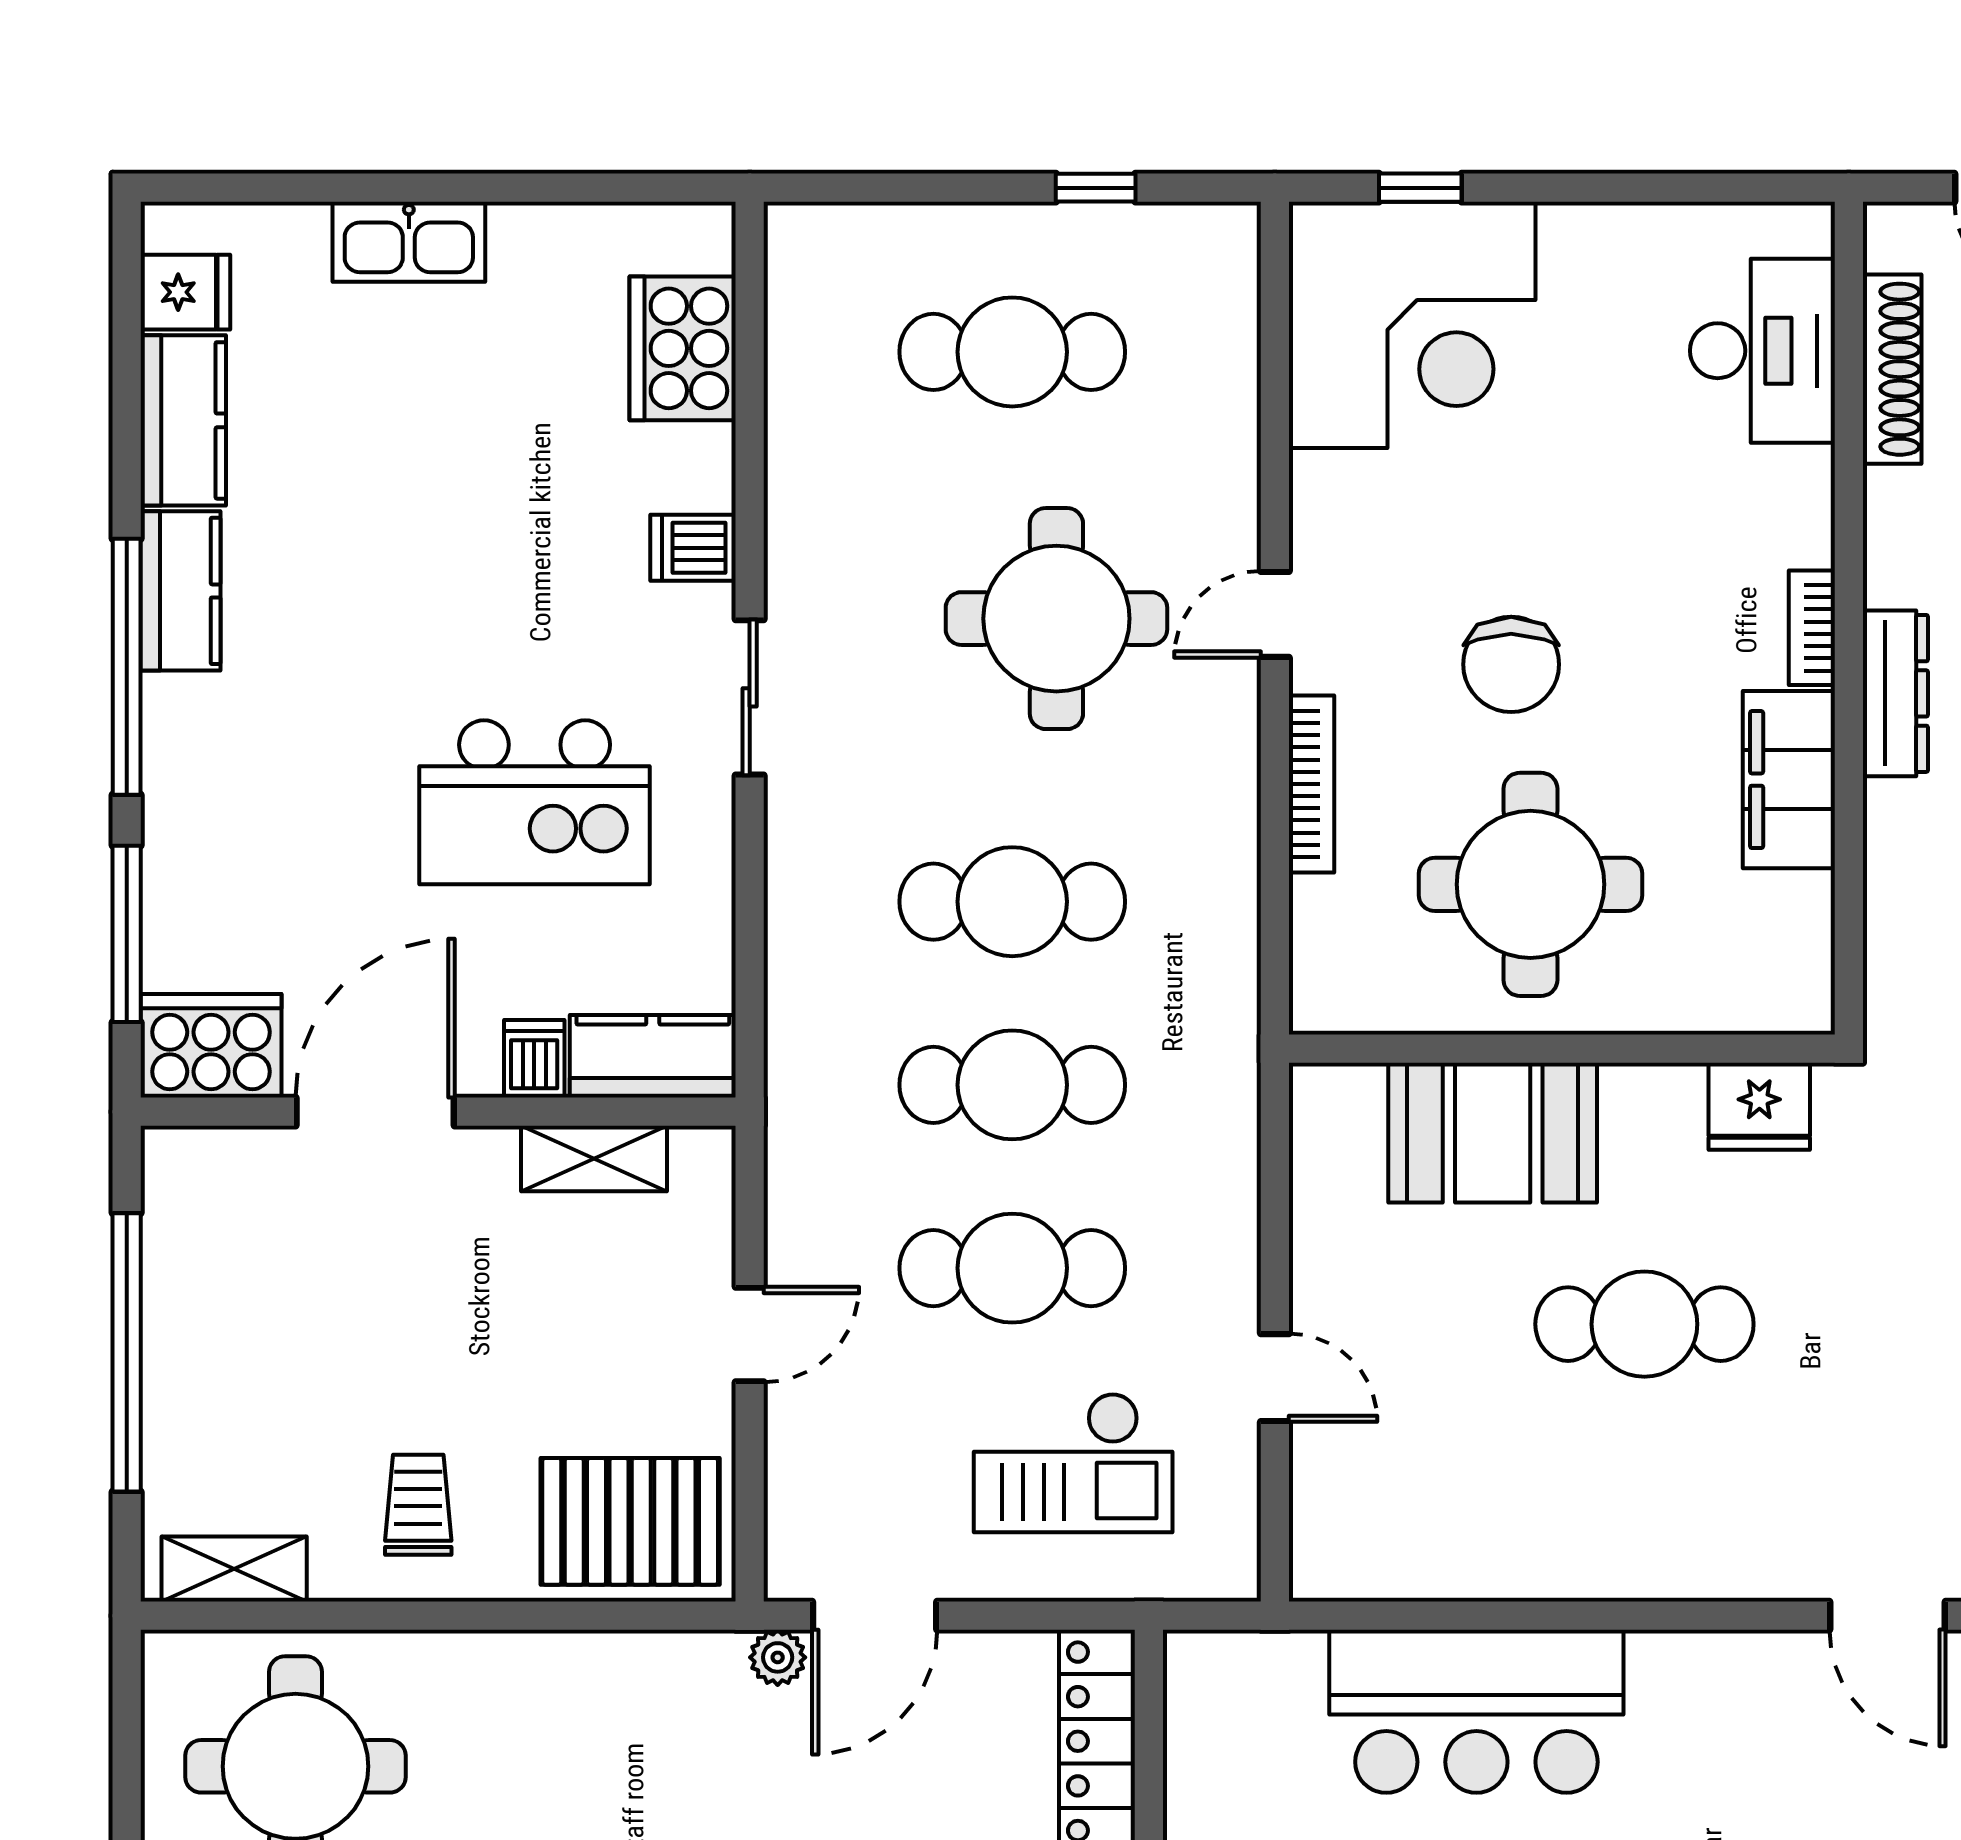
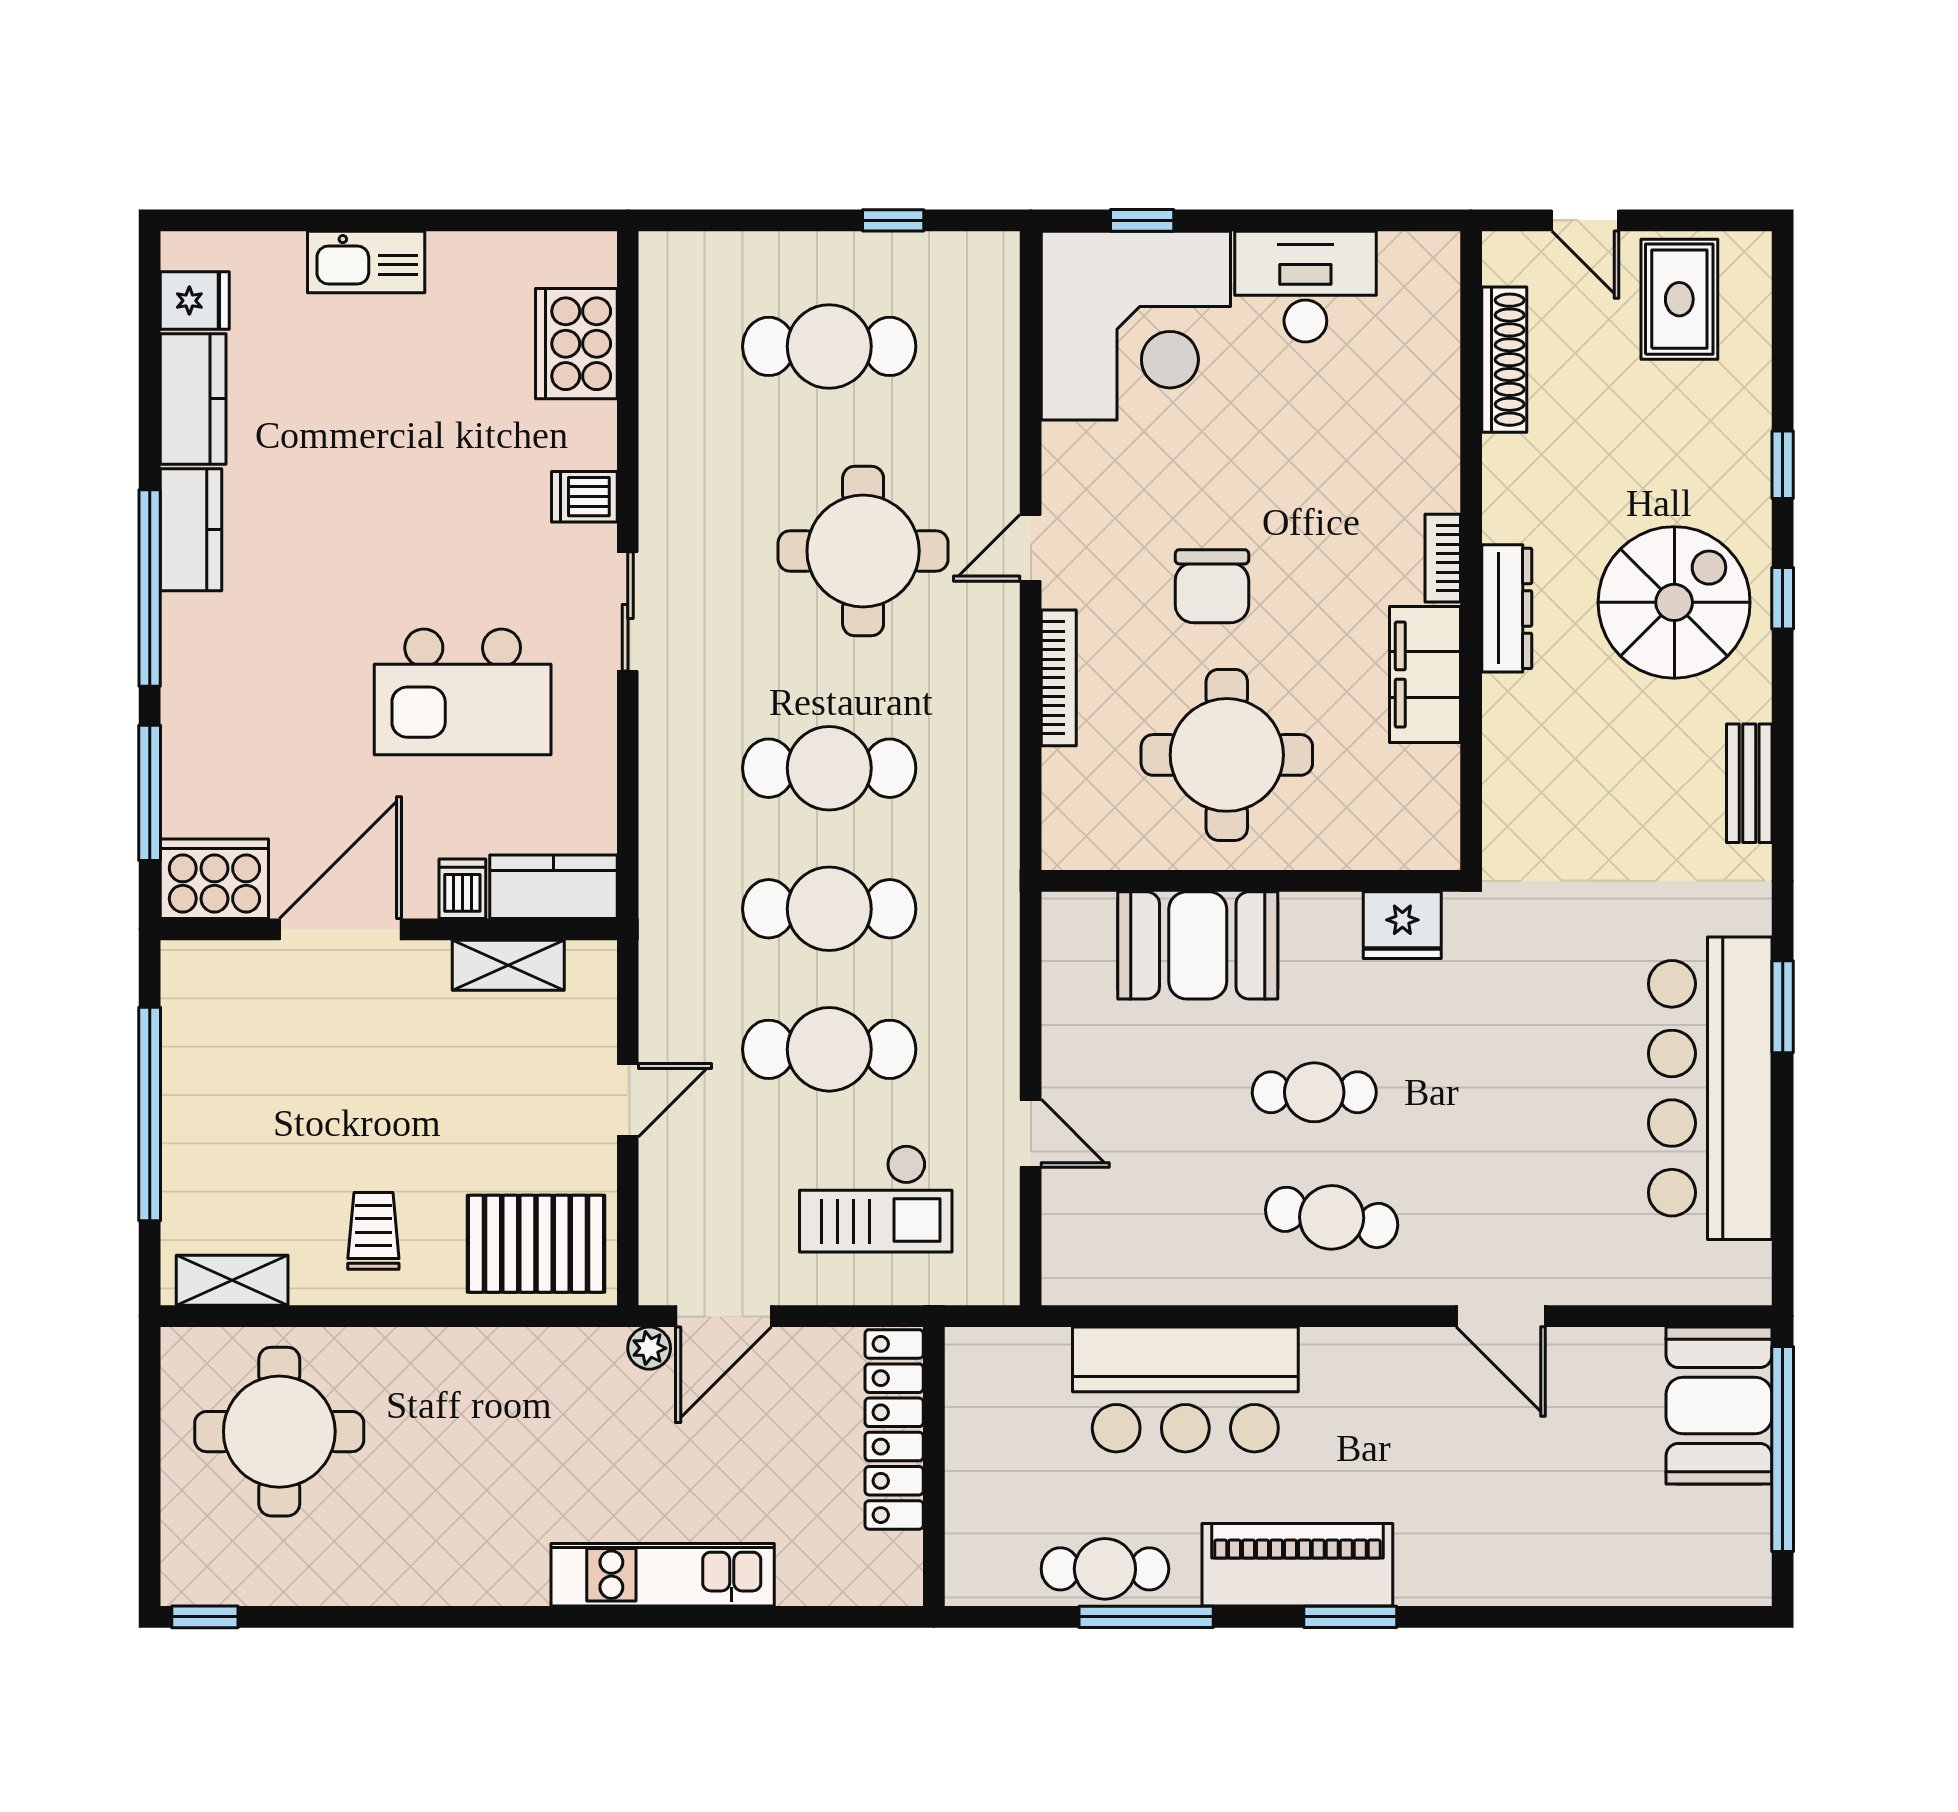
desk: (1762, 351) -> (1305, 287), moved, turned -90
cafe table: (1644, 1324) -> (1314, 1092), width x0.73, depth x0.74
cafe table: (1667, 1487) -> (1332, 1217), added

